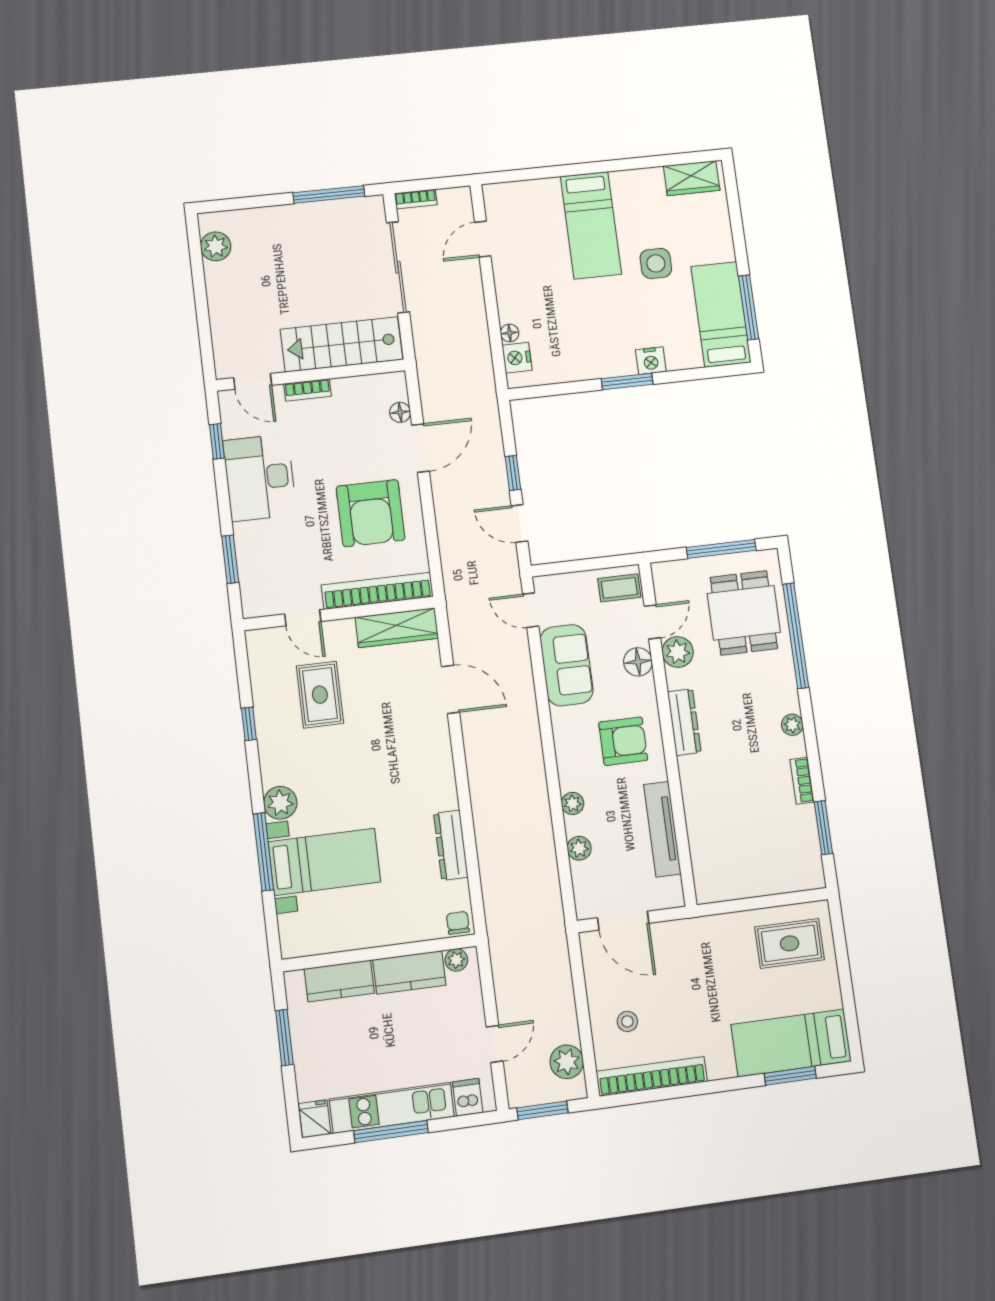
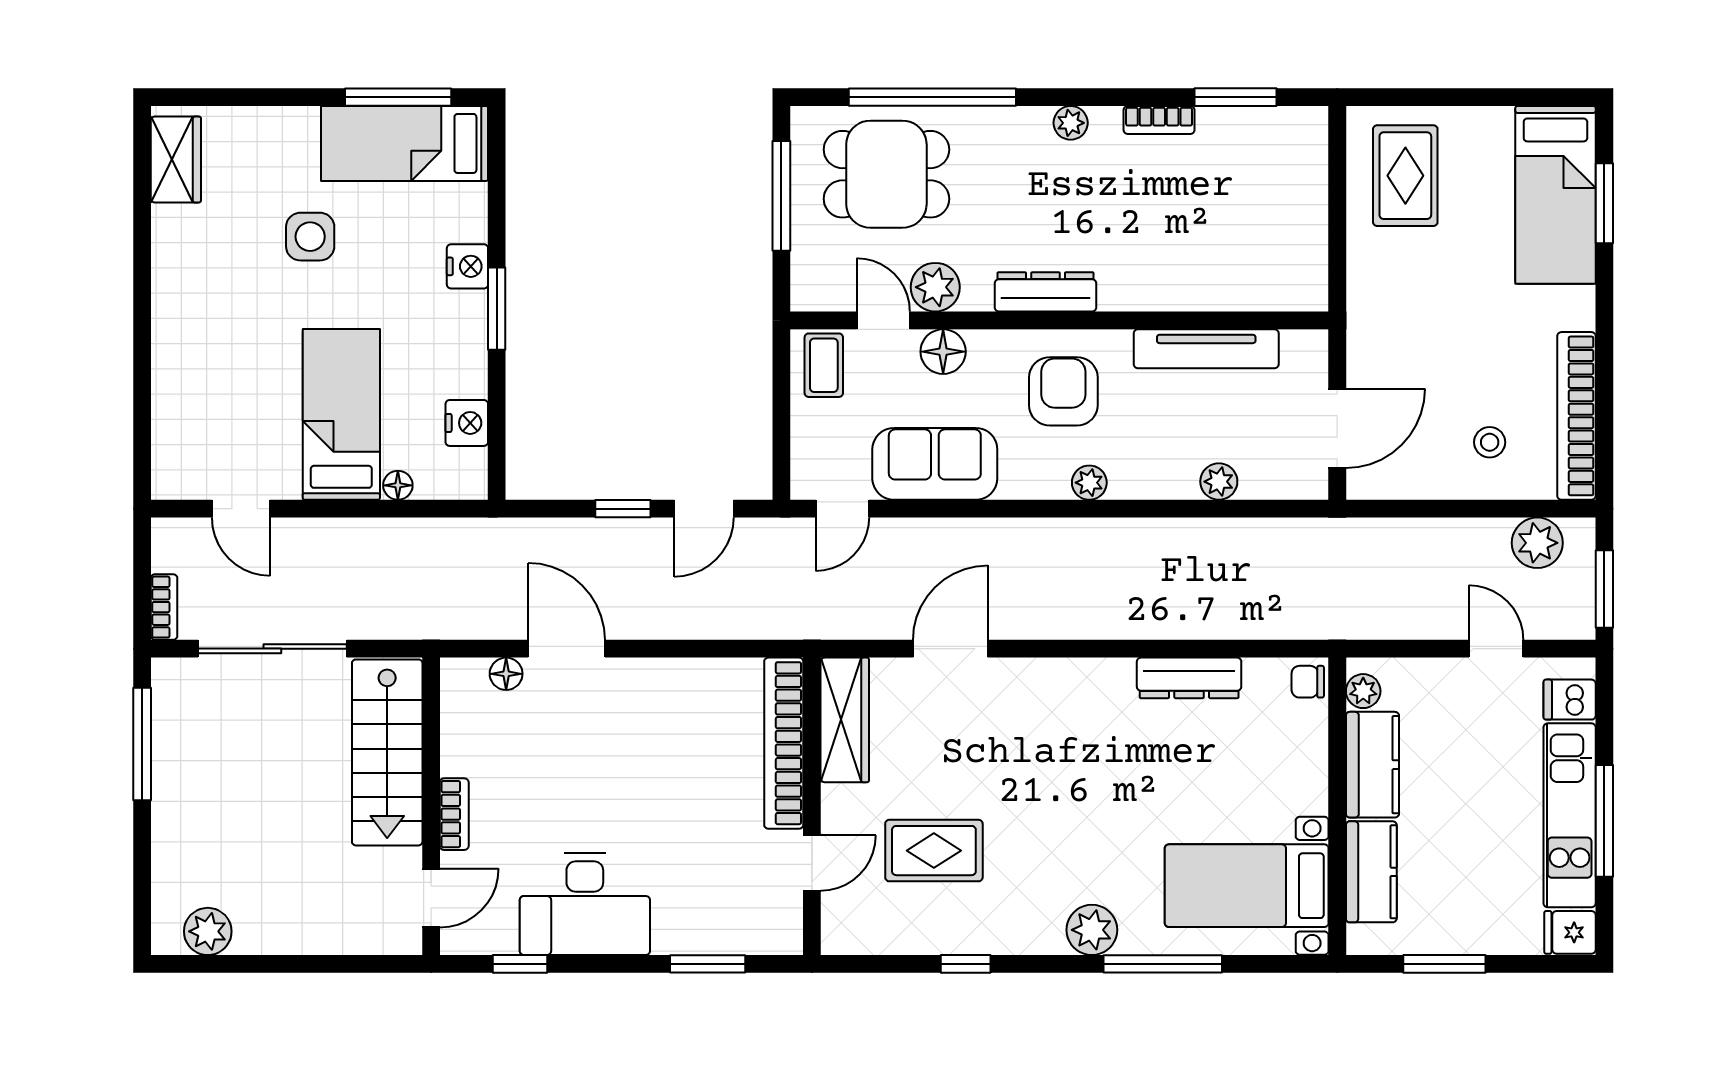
bed: (591, 225) -> (341, 414), moved, turned -90
nightstand: (517, 358) -> (467, 423), moved, turned -90
armchair: (371, 513) -> (661, 739), removed
plant: (573, 803) -> (1089, 483), moved
bed with nightstands: (324, 862) -> (1247, 886), moved, turned -90

